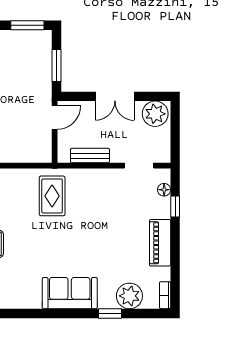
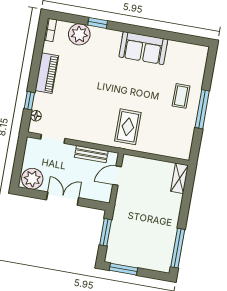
door: (55, 118) -> (117, 176), moved
sofa: (70, 293) -> (143, 48), moved

